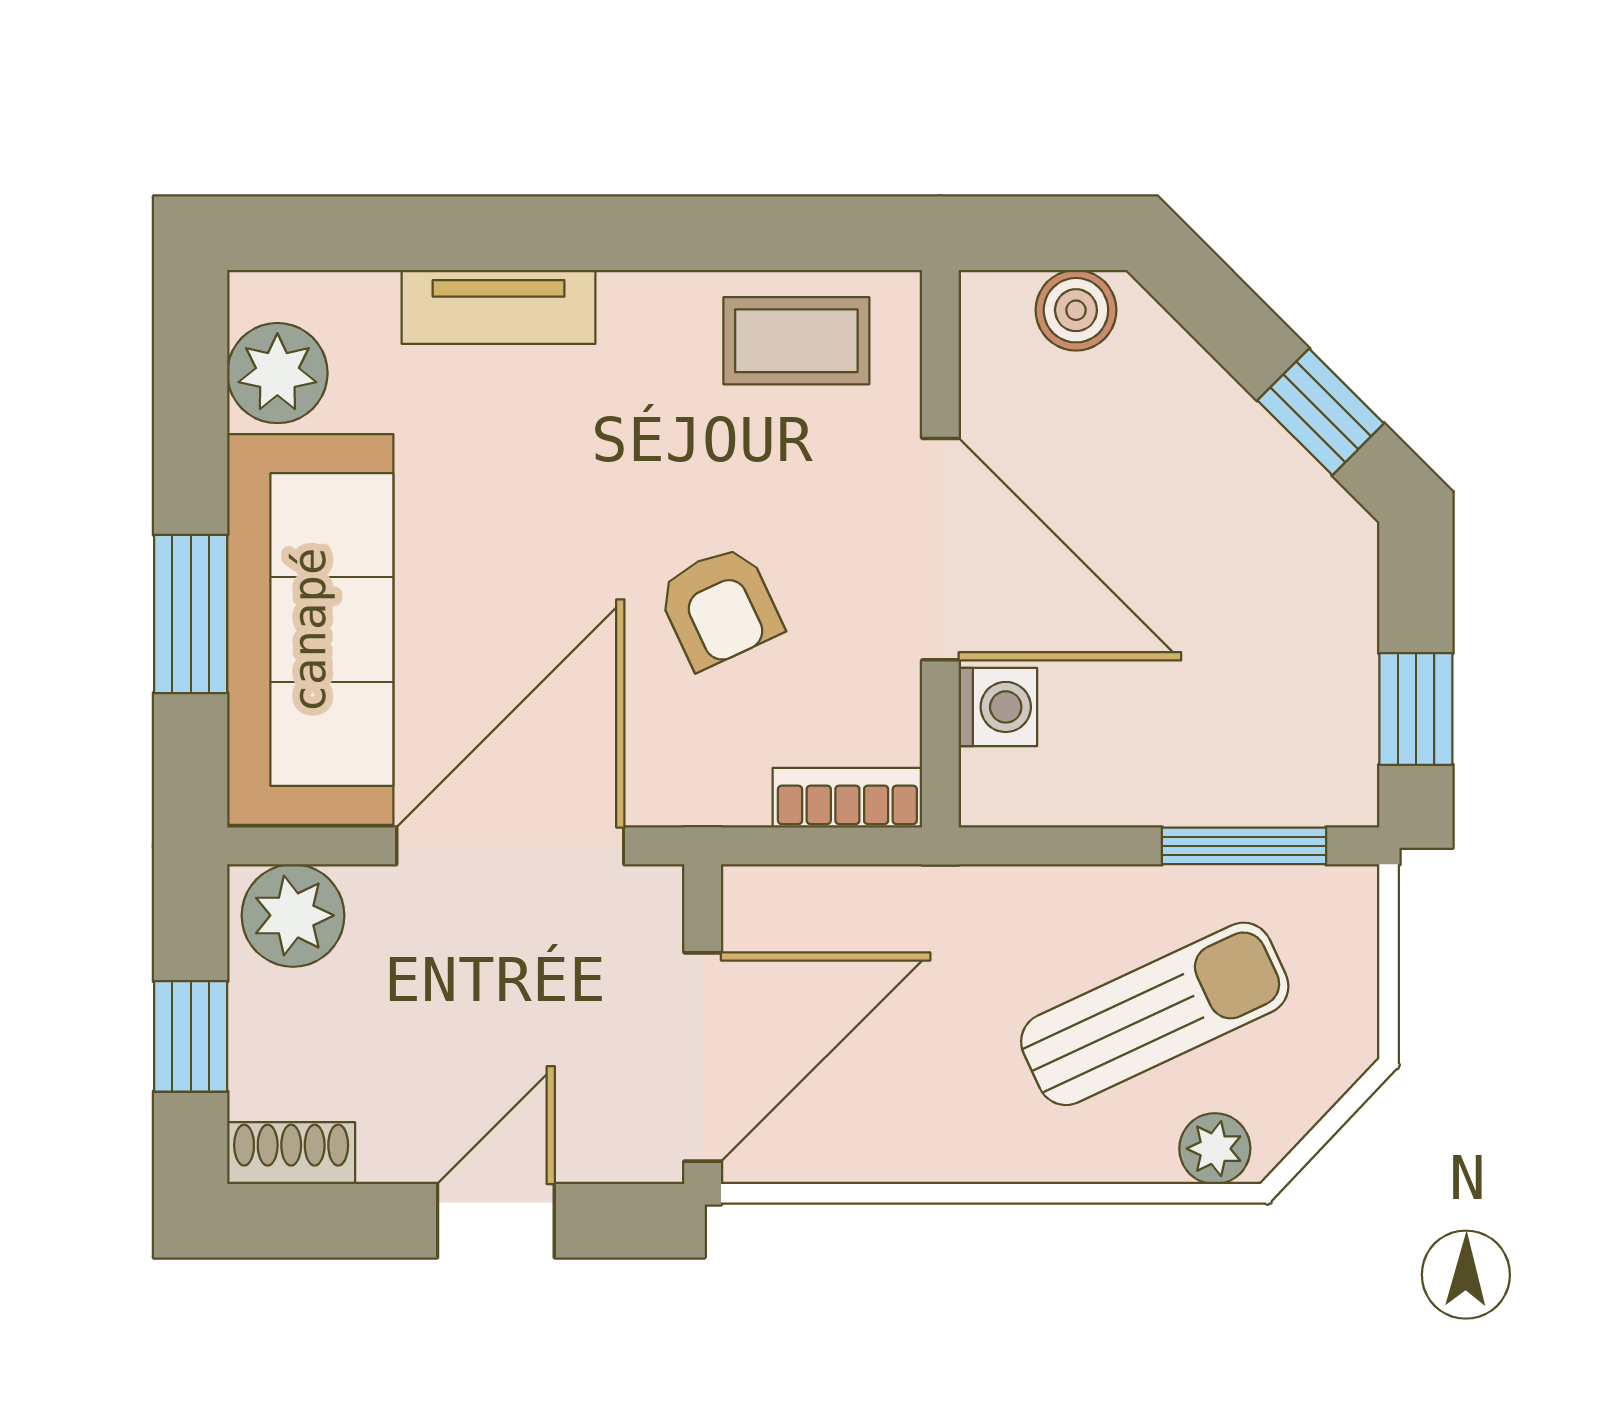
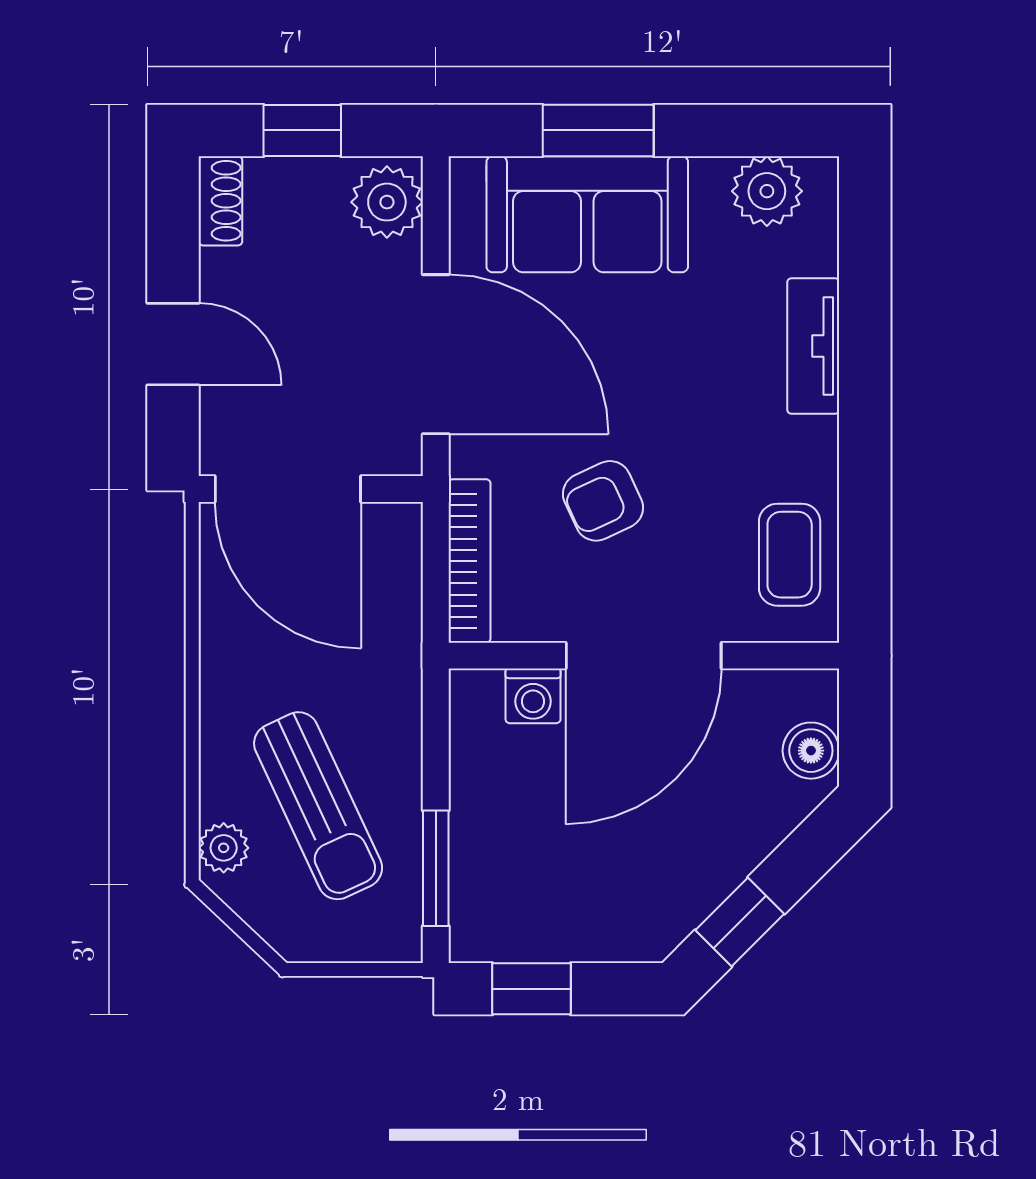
sofa: (310, 630) -> (587, 214), width x0.73
bookcase: (847, 798) -> (469, 561), width x1.56

